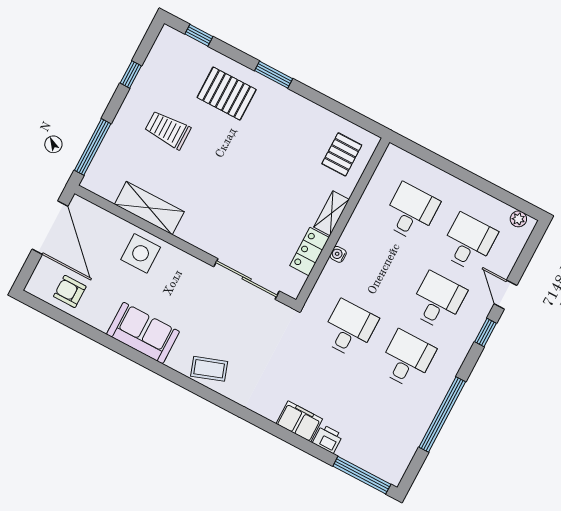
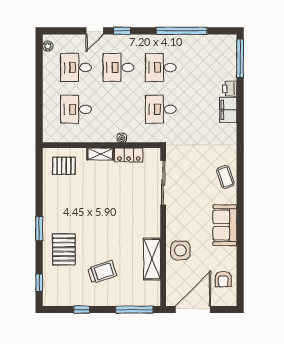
trolley: (168, 130) -> (102, 272), turned -108

